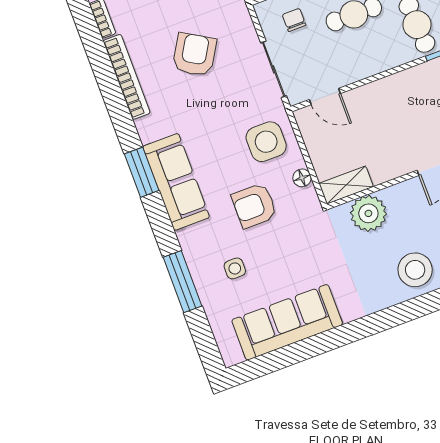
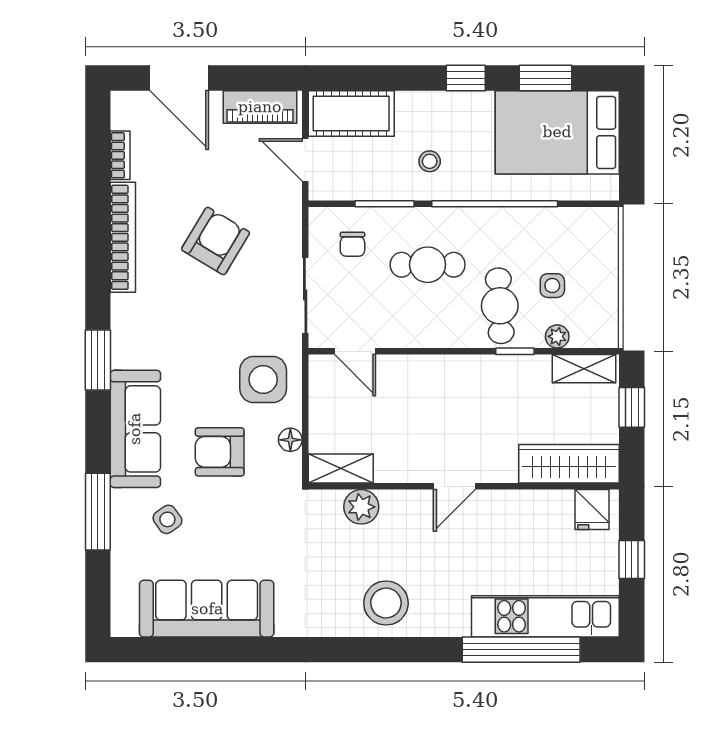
chair: (294, 20) -> (352, 244), turned 180
sofa: (176, 182) -> (135, 429), moved
plant: (368, 213) -> (361, 507), width x0.73, depth x0.73
side table: (235, 268) -> (167, 519), turned -35

